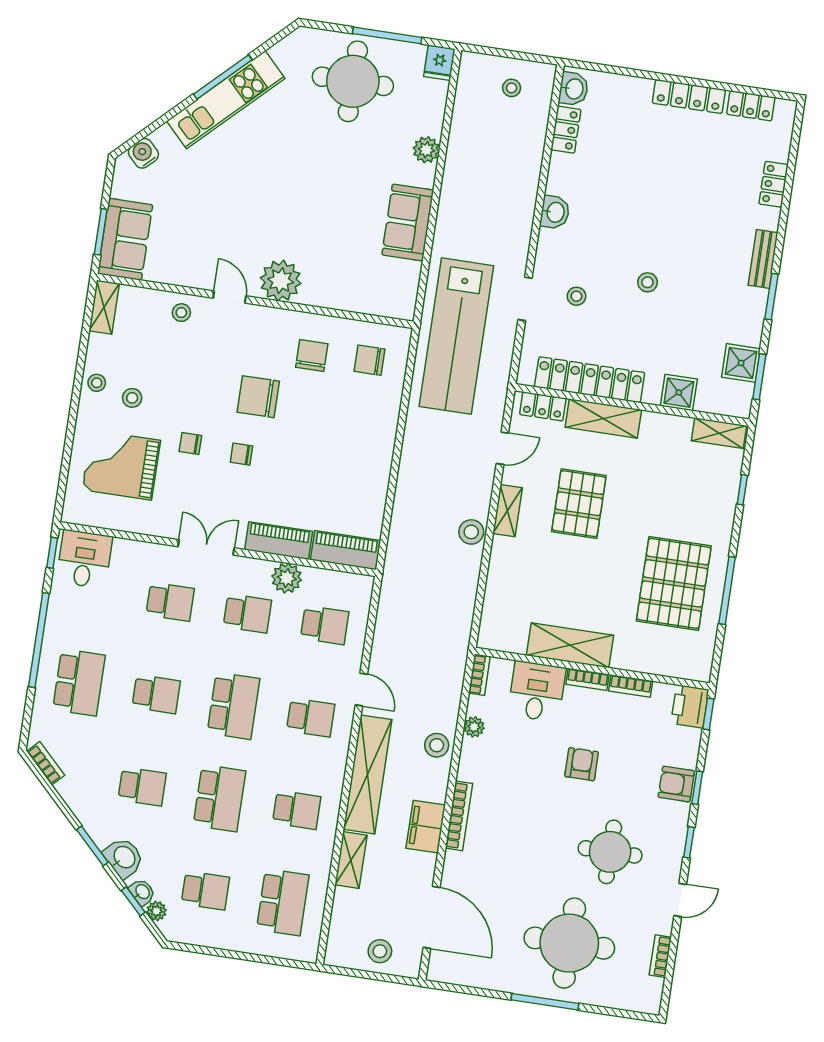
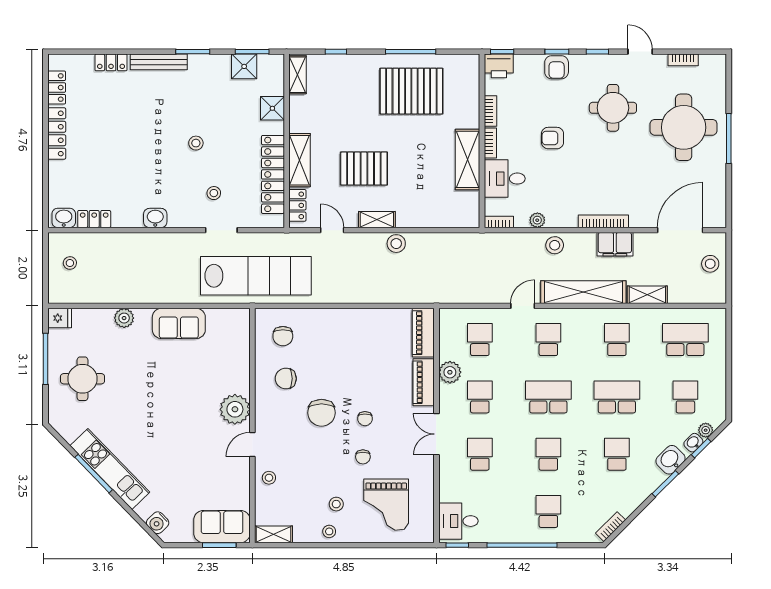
round table: (353, 81) -> (83, 379), width x0.73, depth x0.73
bench: (763, 259) -> (159, 62), width x1.36
school desk: (79, 682) -> (548, 511), width x0.54

